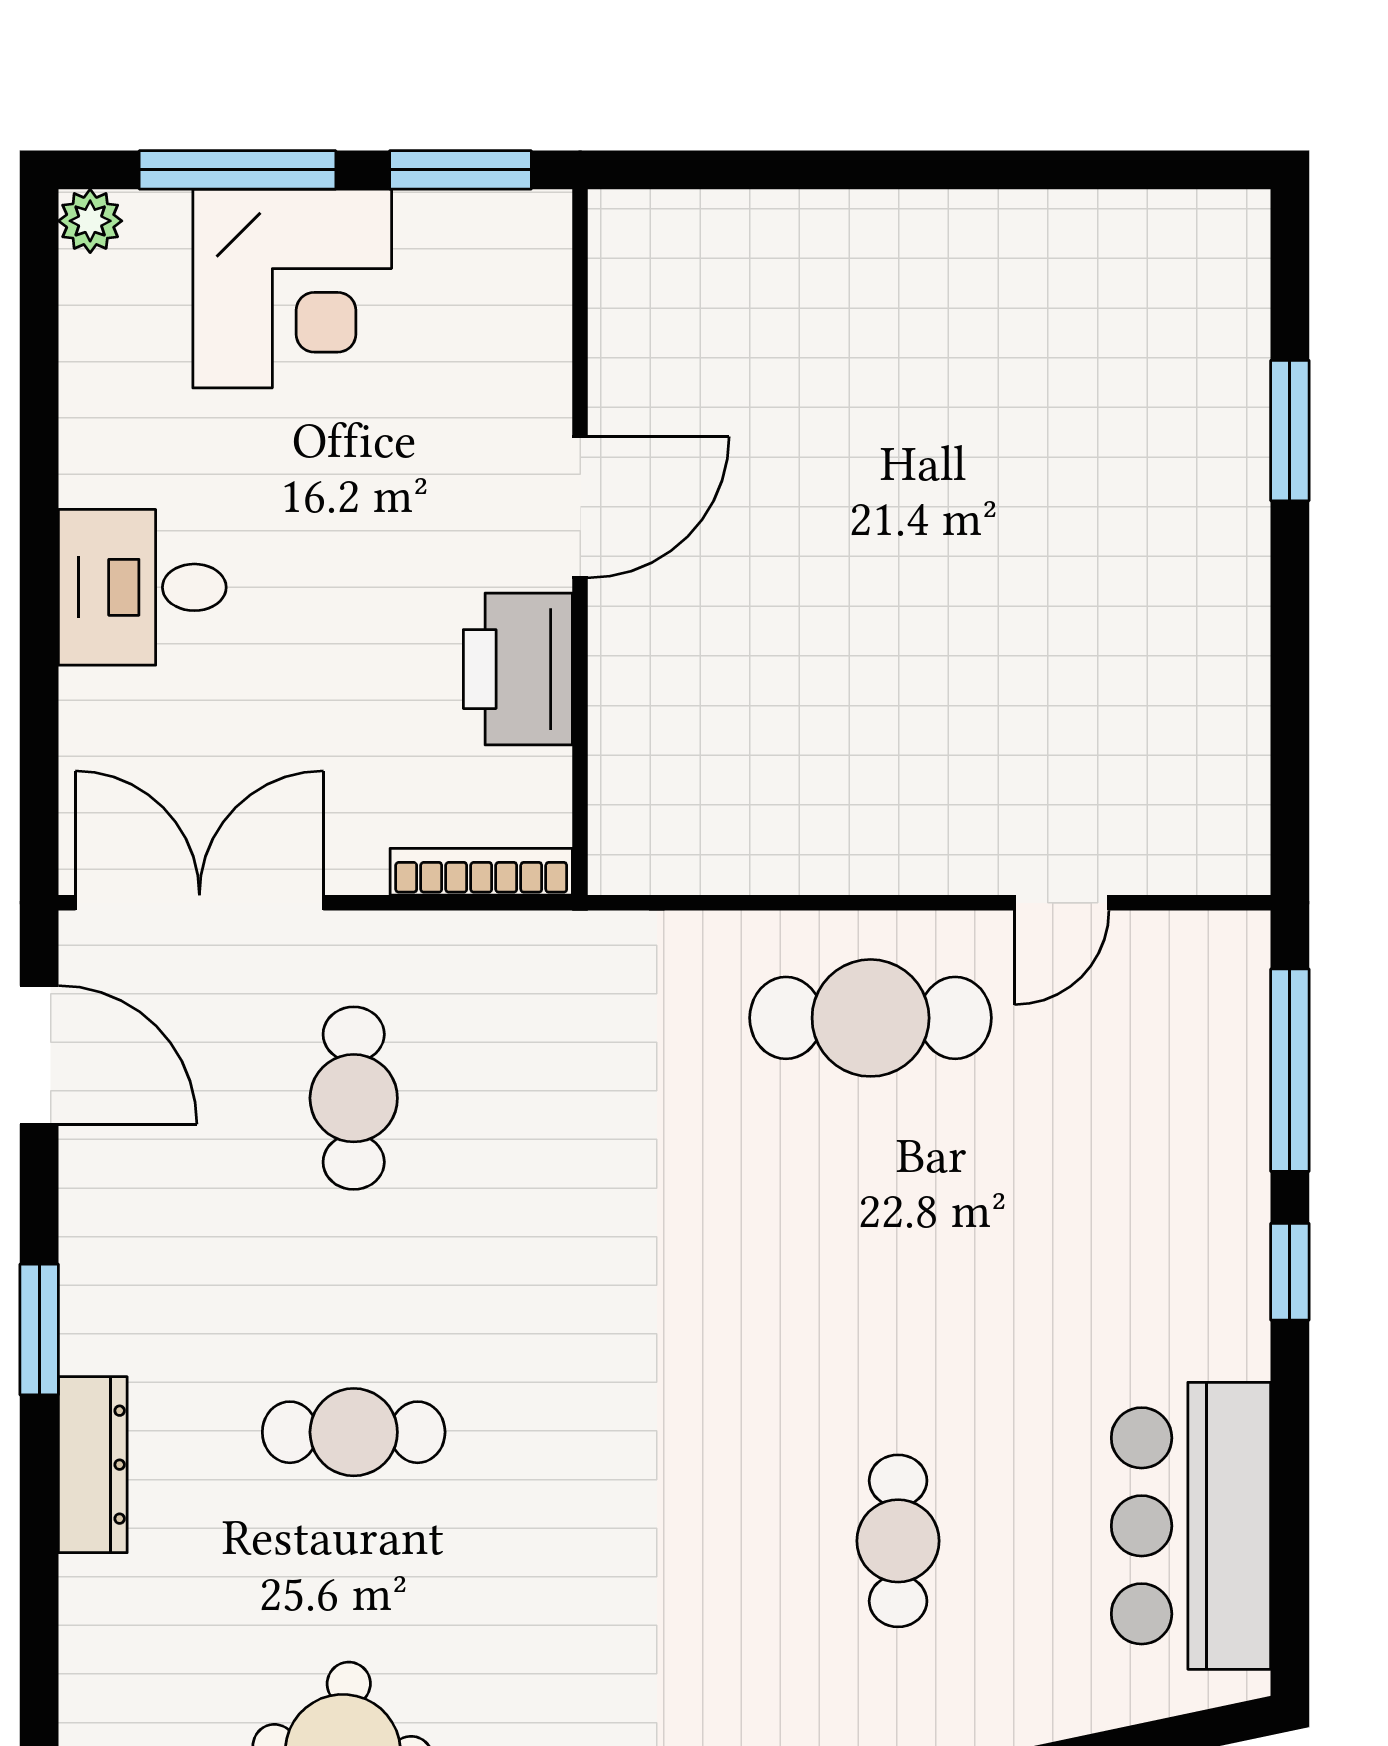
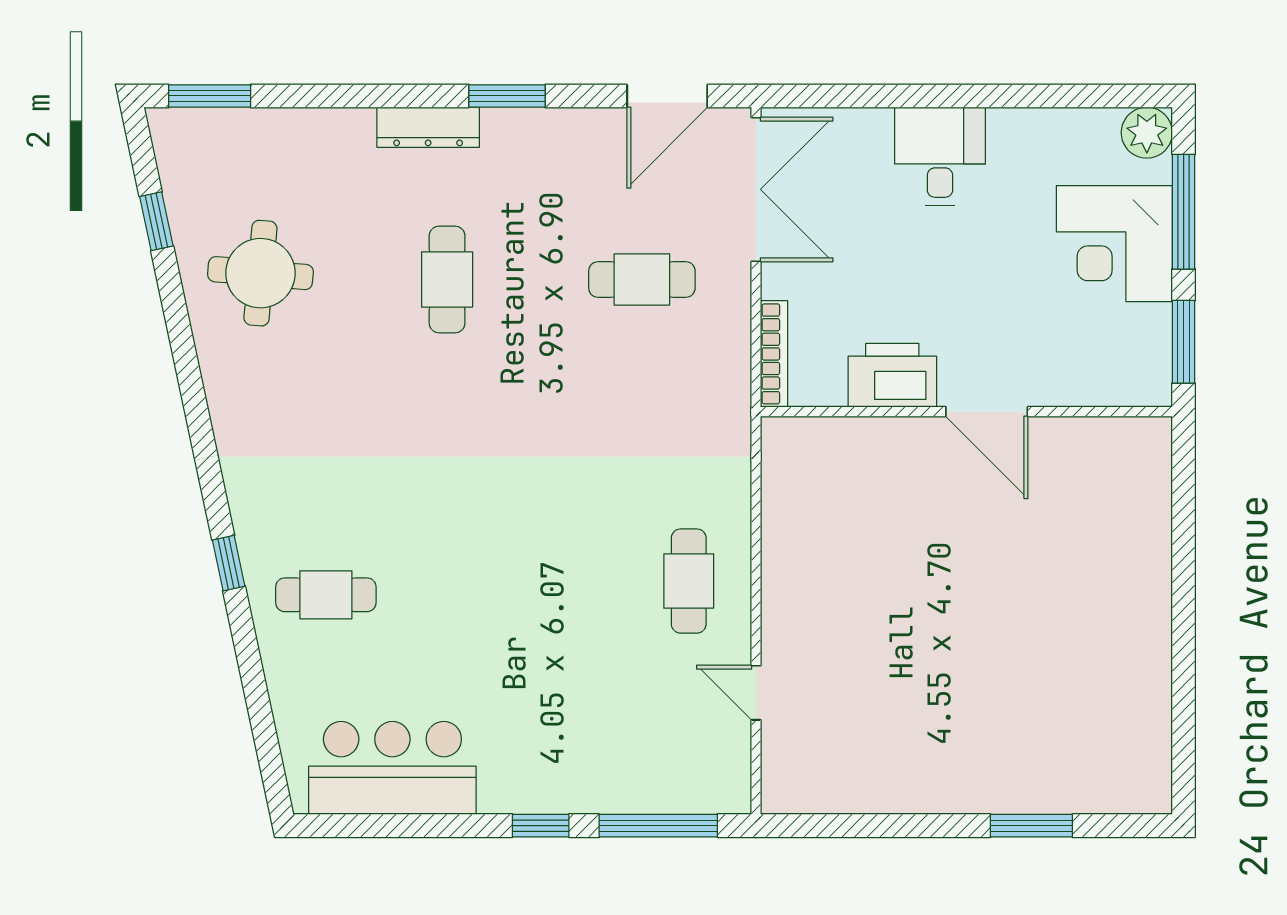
plant: (90, 221) -> (1147, 133), width x1.38, depth x1.38
cafe table: (871, 1018) -> (689, 581), width x0.73, depth x0.74
cafe table: (898, 1541) -> (326, 595), moved

